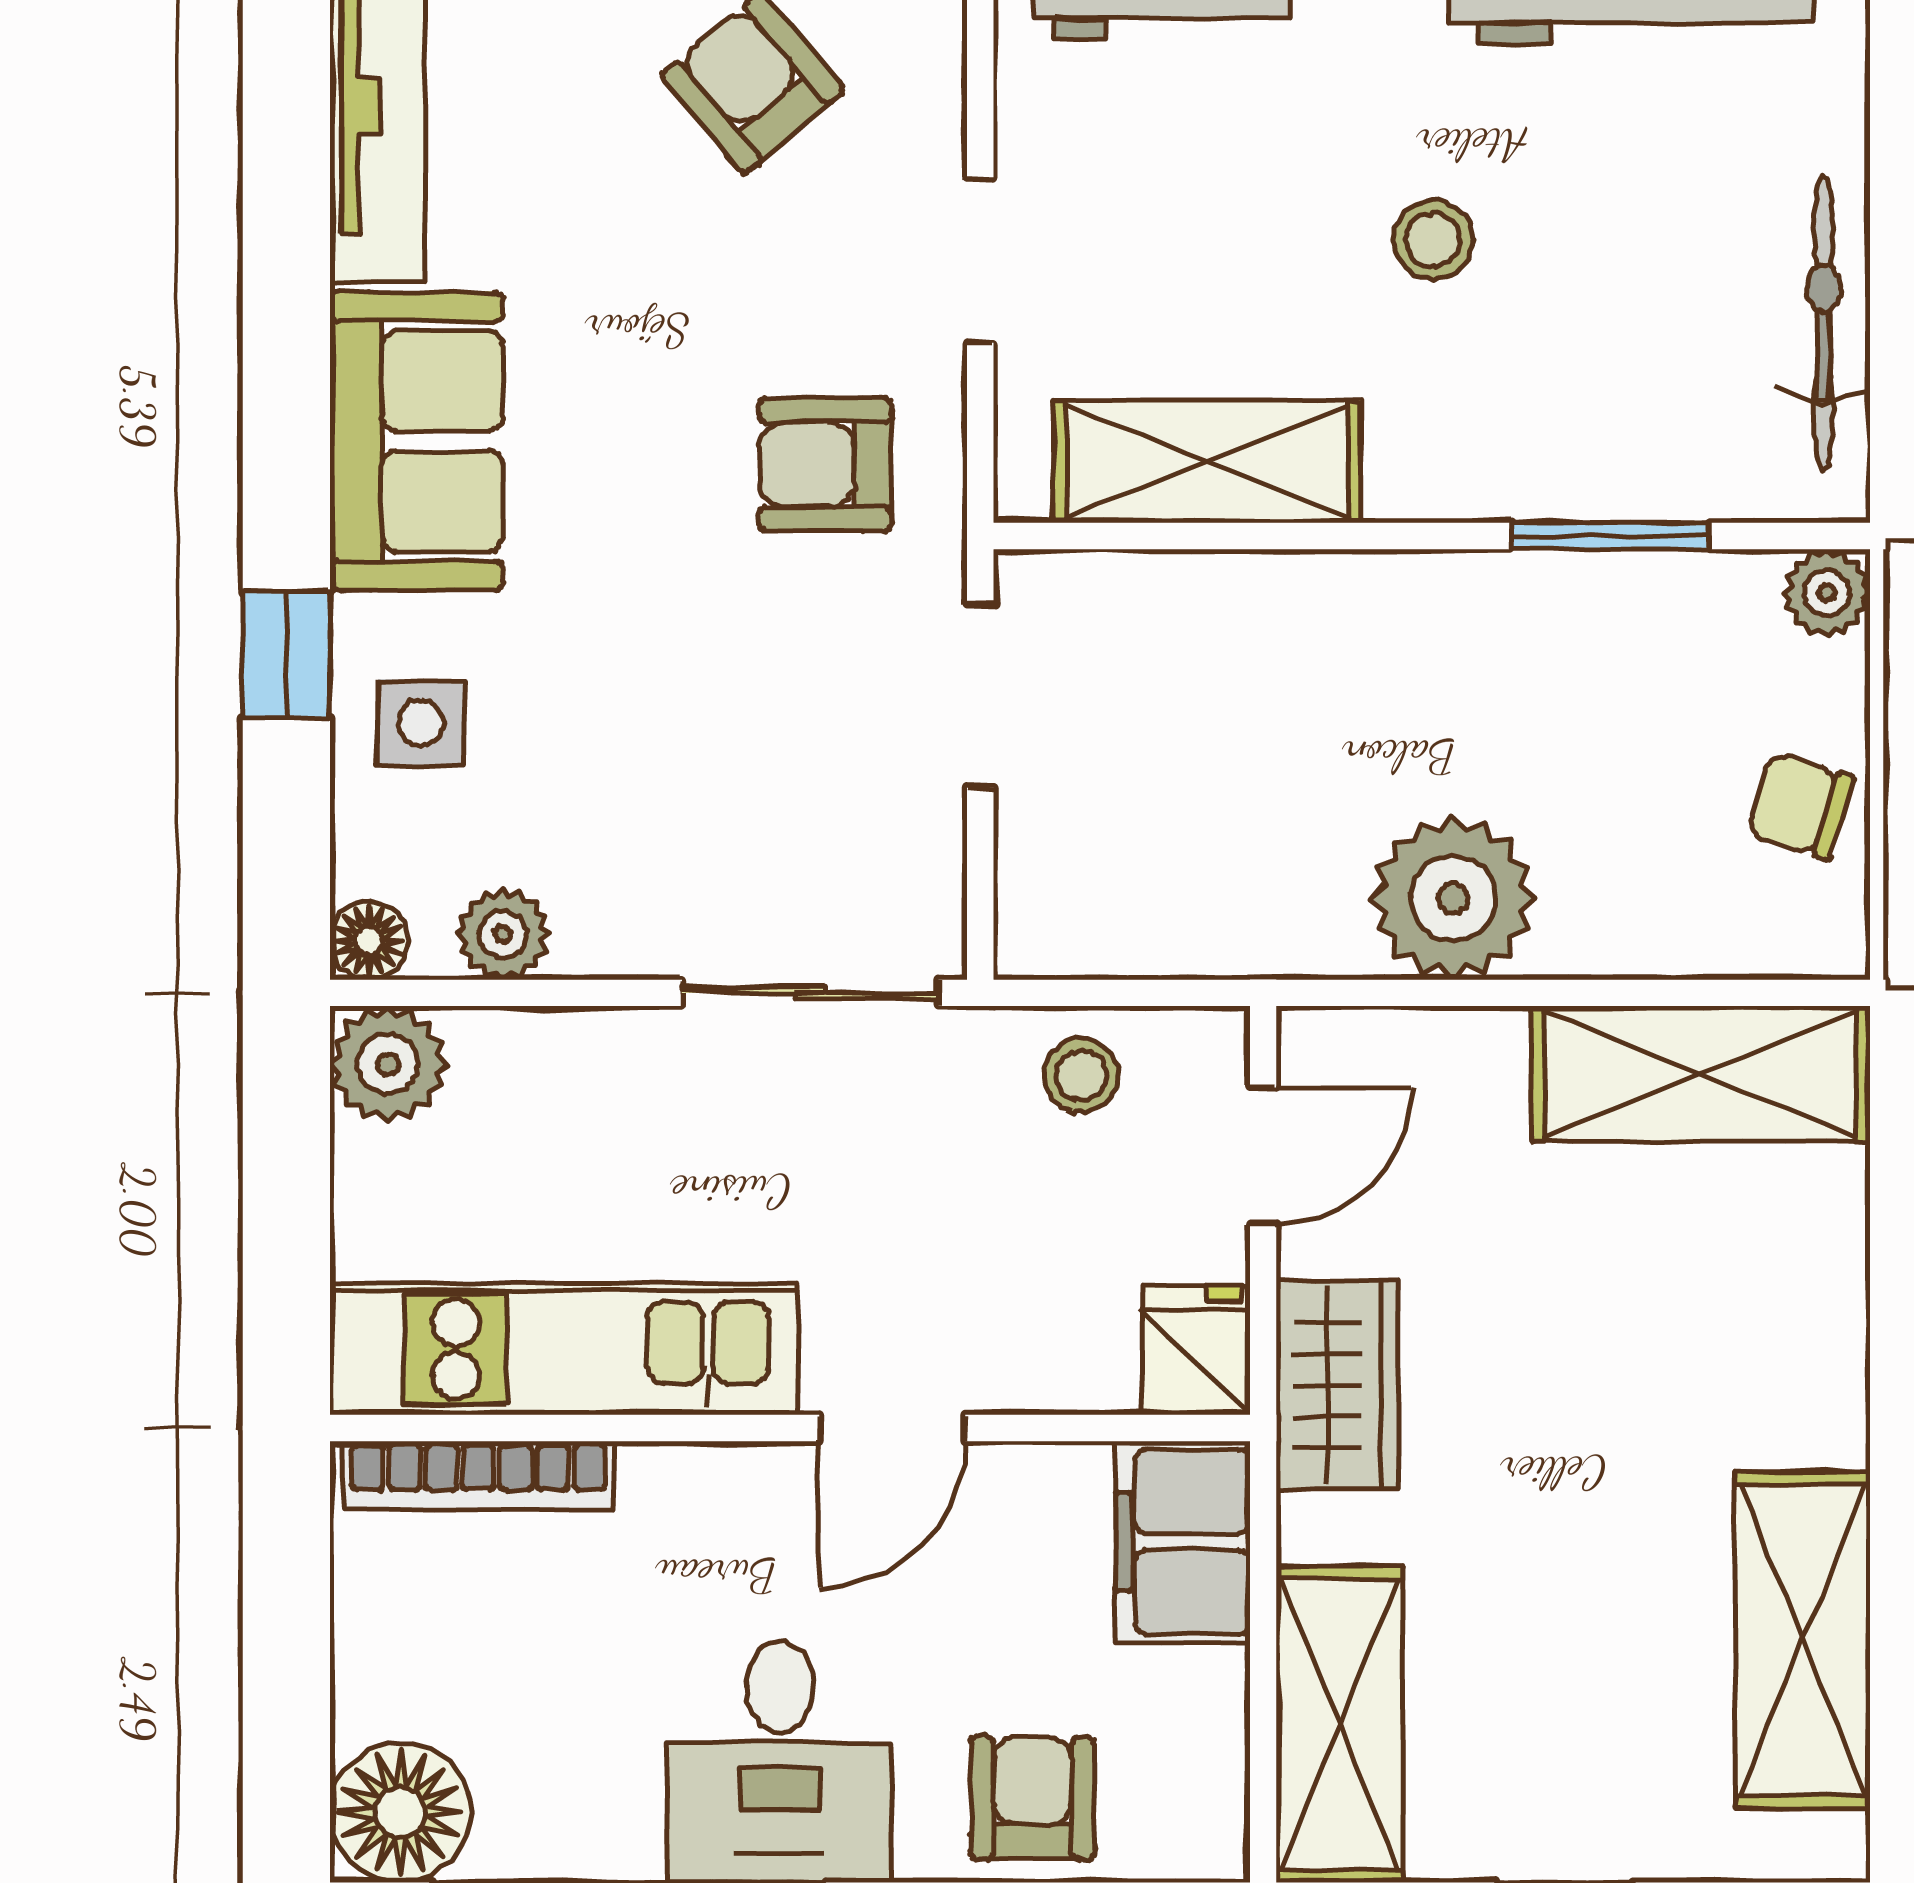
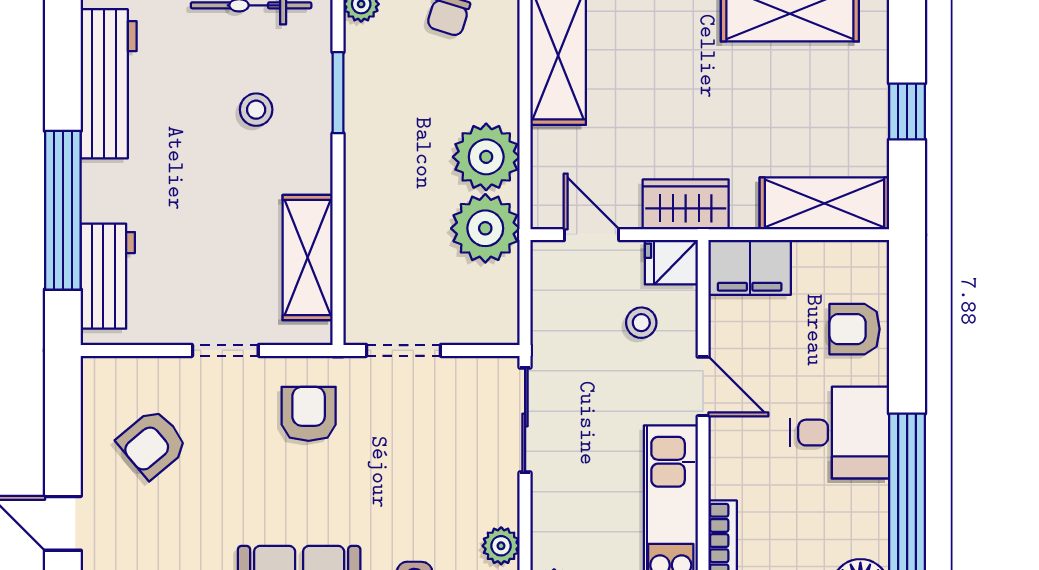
stool: (1433, 240) -> (256, 110), moved
armchair: (825, 464) -> (309, 414), turned 180
plant: (1279, 896) -> (485, 228), added
stool: (1081, 1076) -> (641, 323), moved

